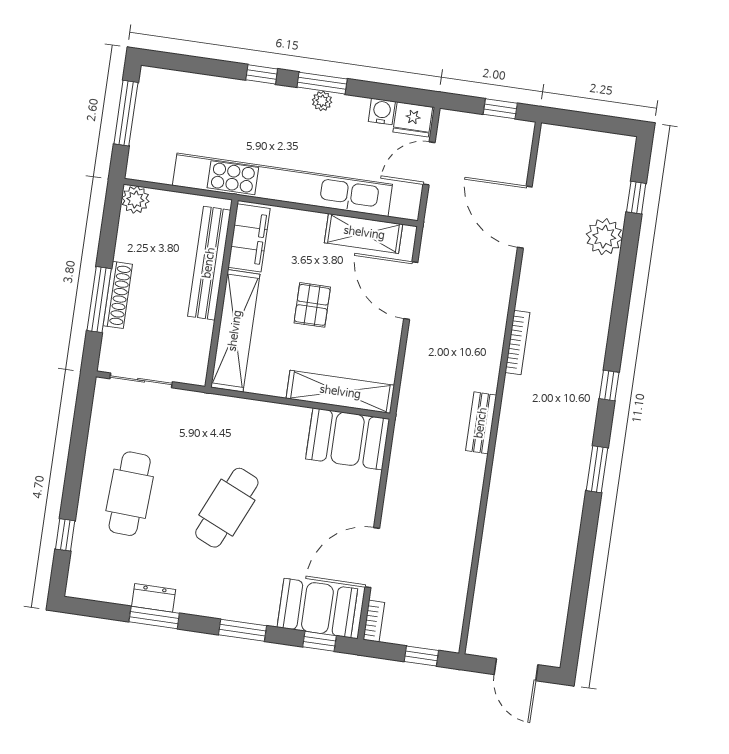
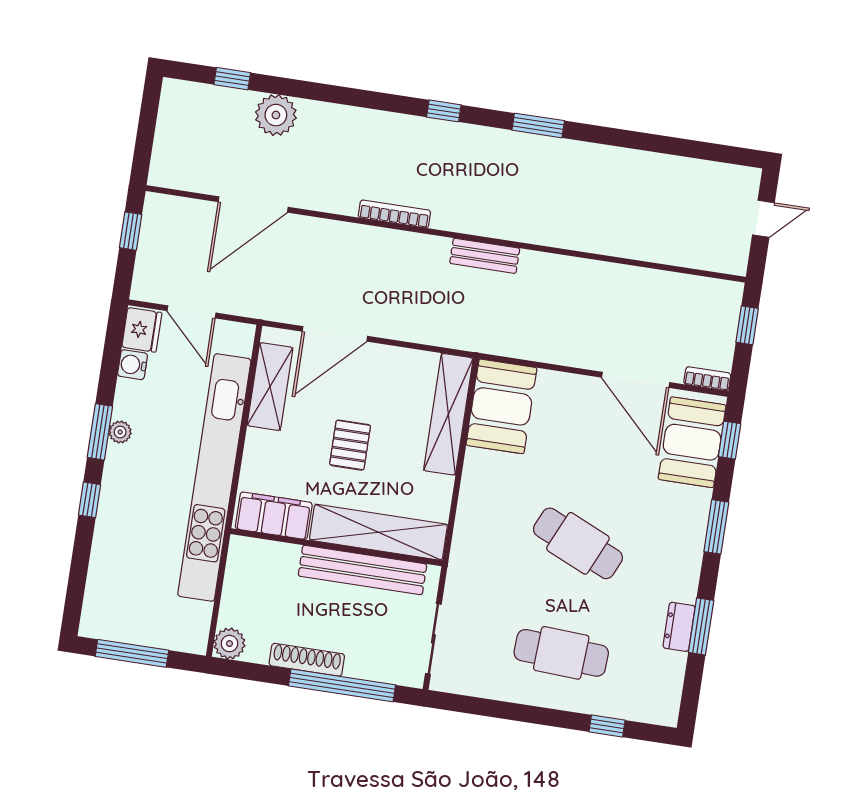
bench: (209, 263) -> (362, 570), moved
shoe rack: (118, 295) -> (307, 660), moved
window: (99, 300) -> (342, 685), width x1.46
pallet: (312, 305) -> (350, 445), turned 90
door: (516, 670) -> (763, 219), width x0.73

